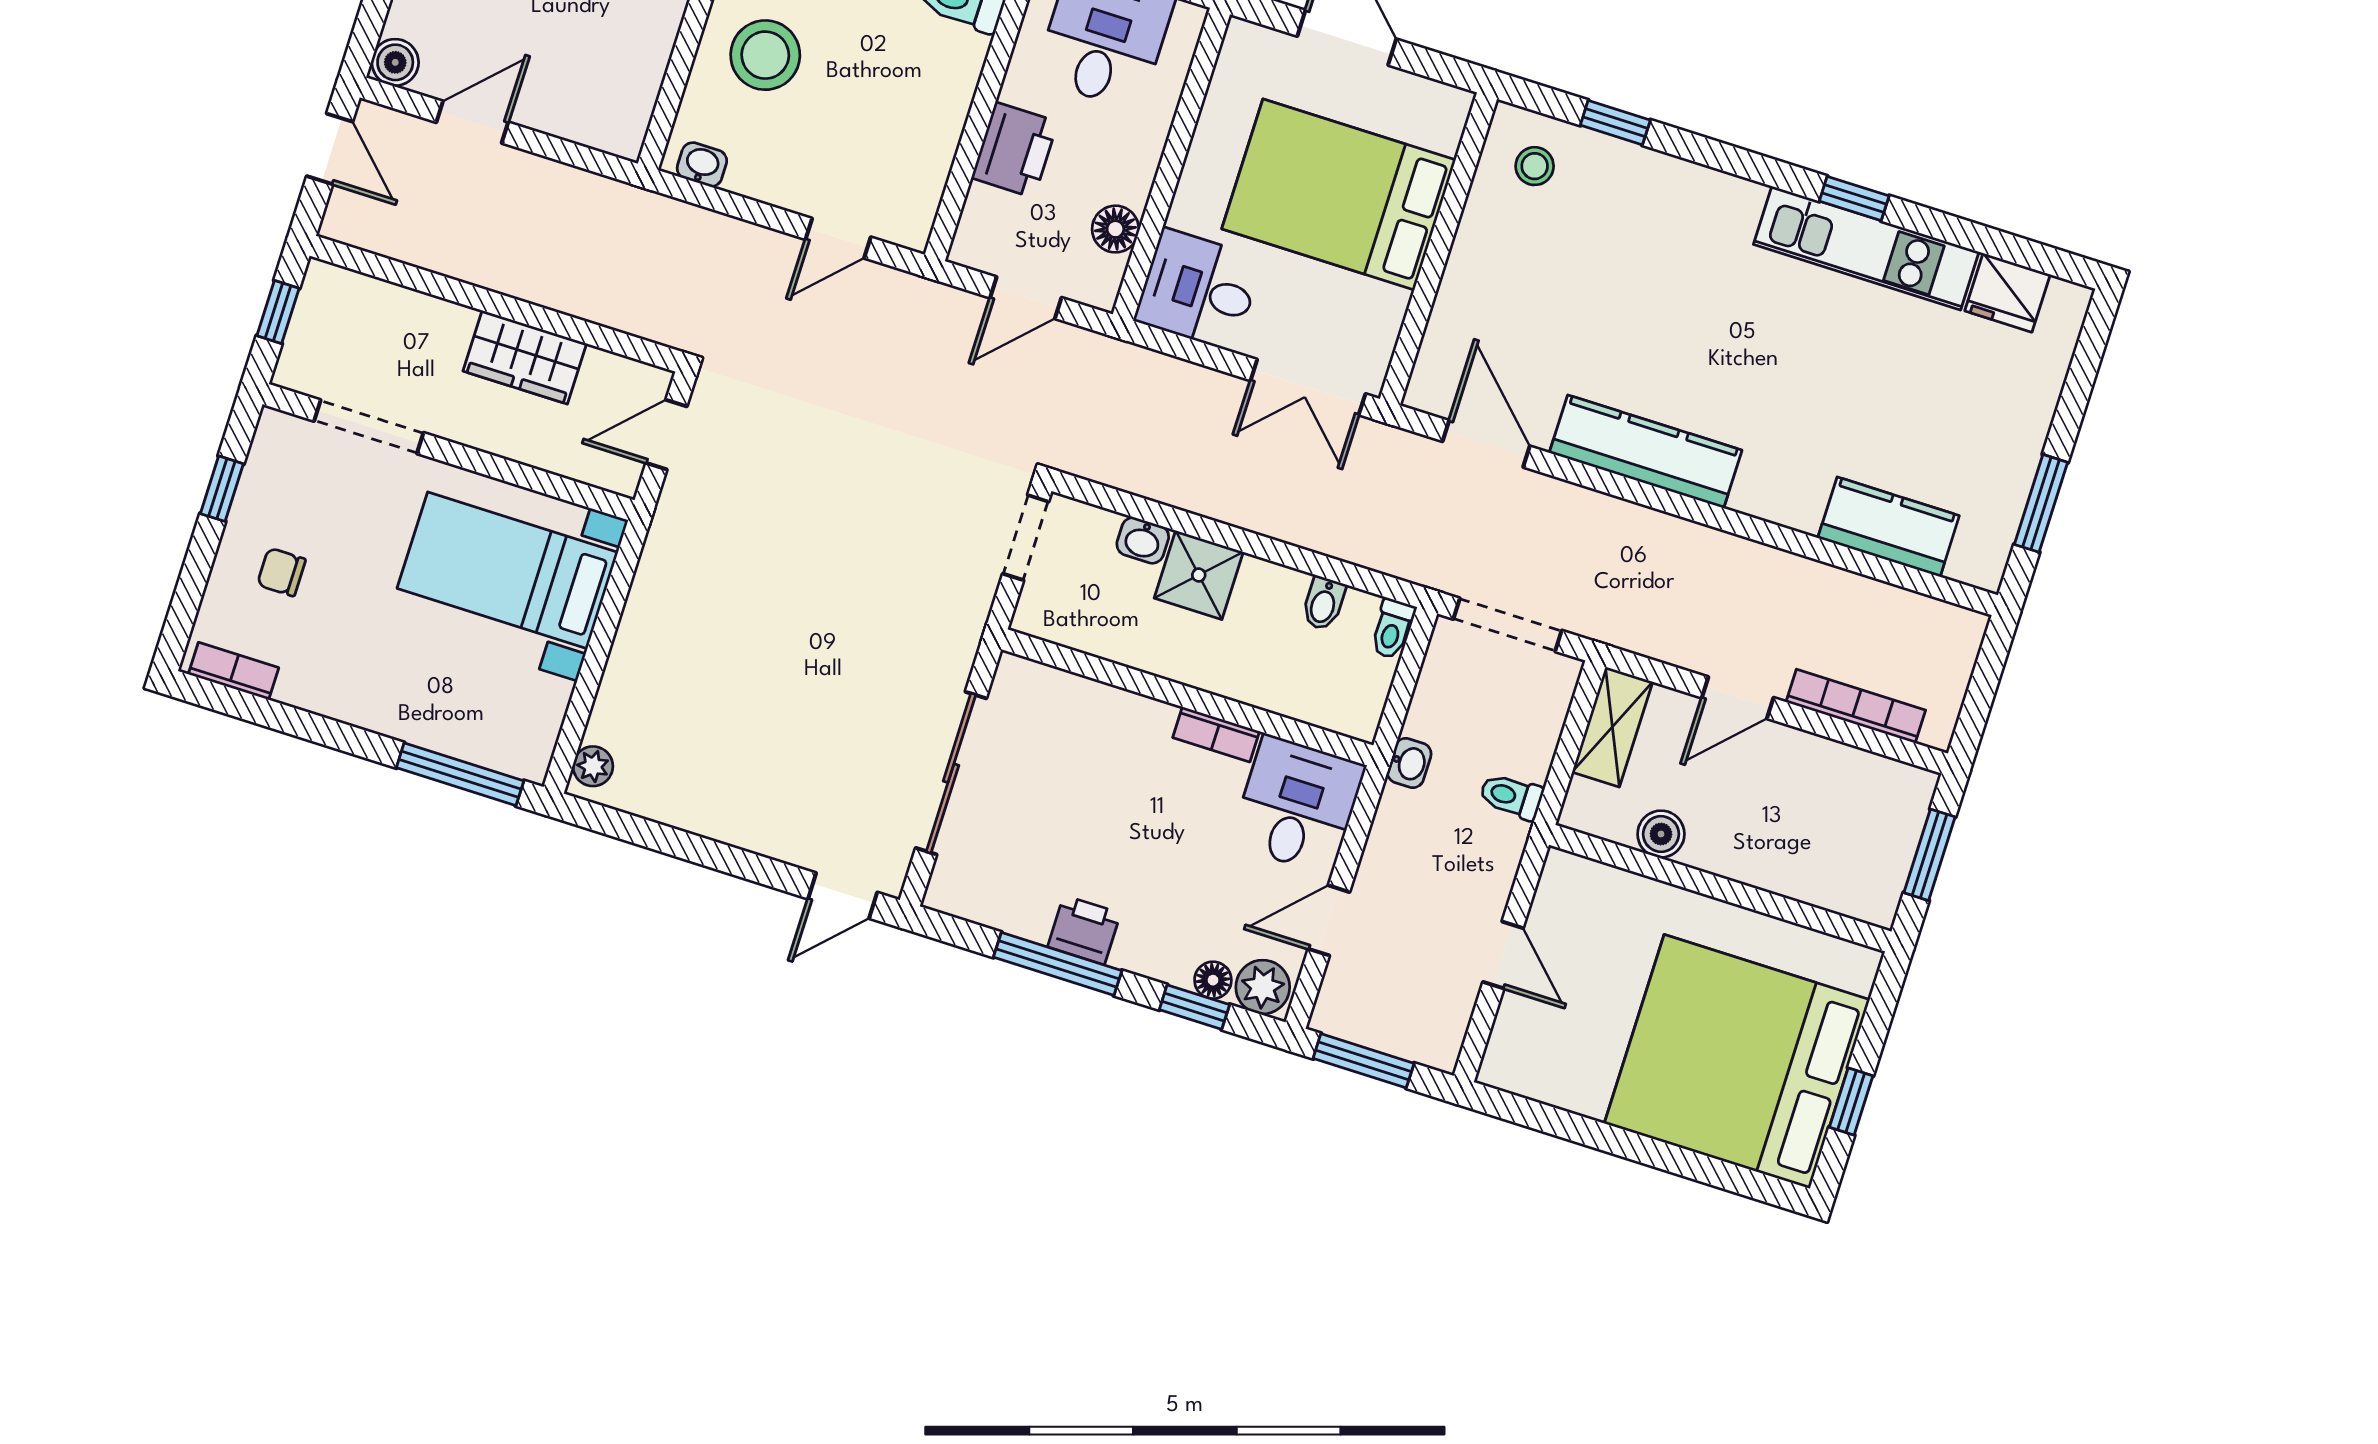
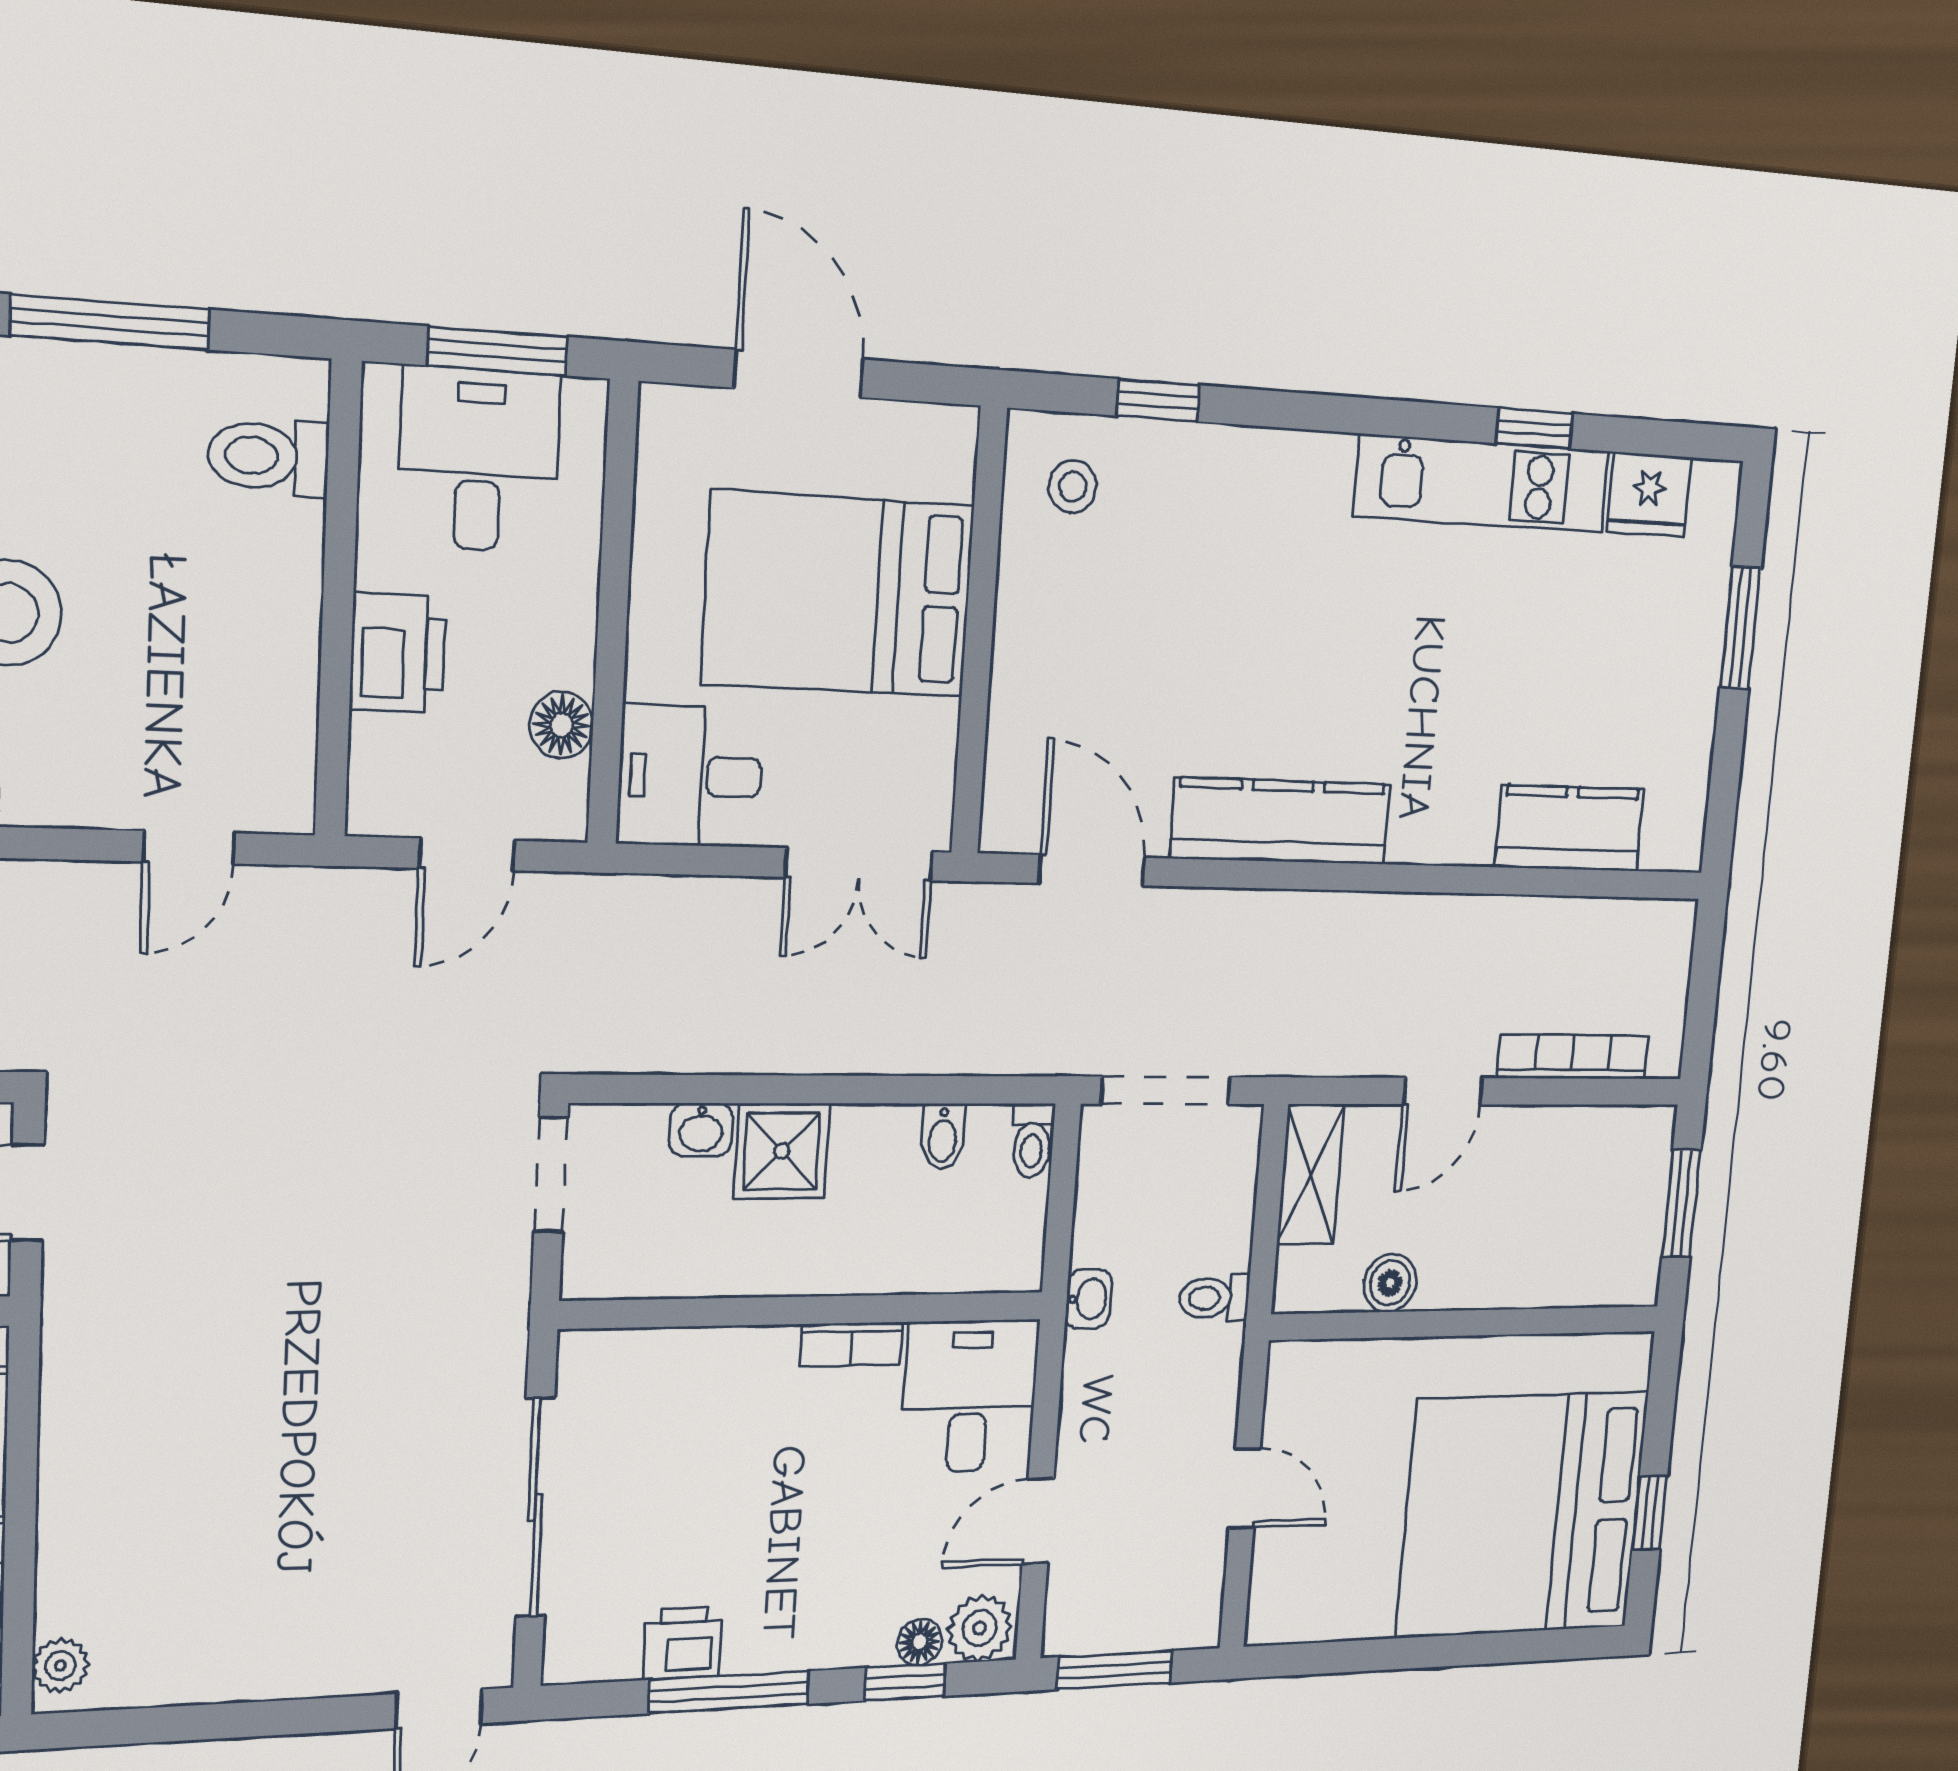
window: (1854, 198) -> (1534, 428), moved
window: (2041, 503) -> (1740, 627), moved
printer: (1084, 930) -> (683, 1643), moved

